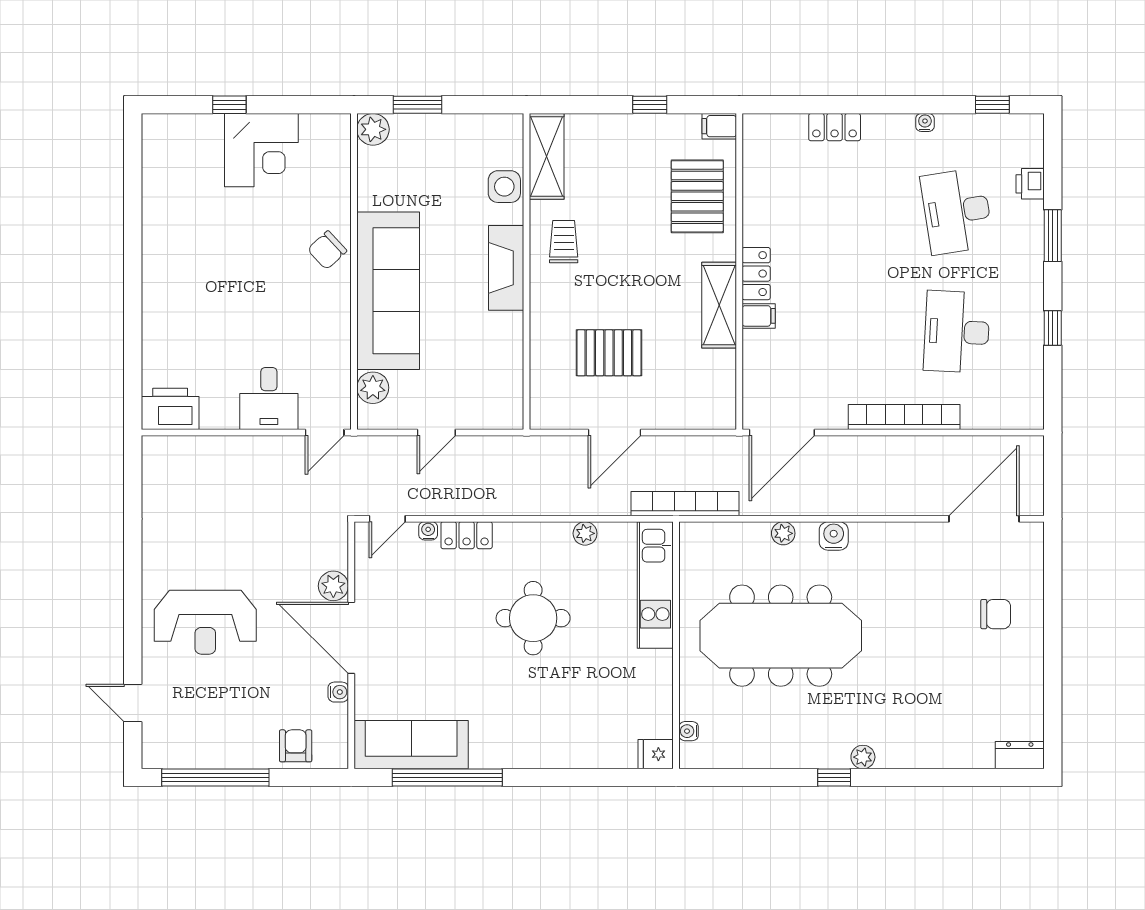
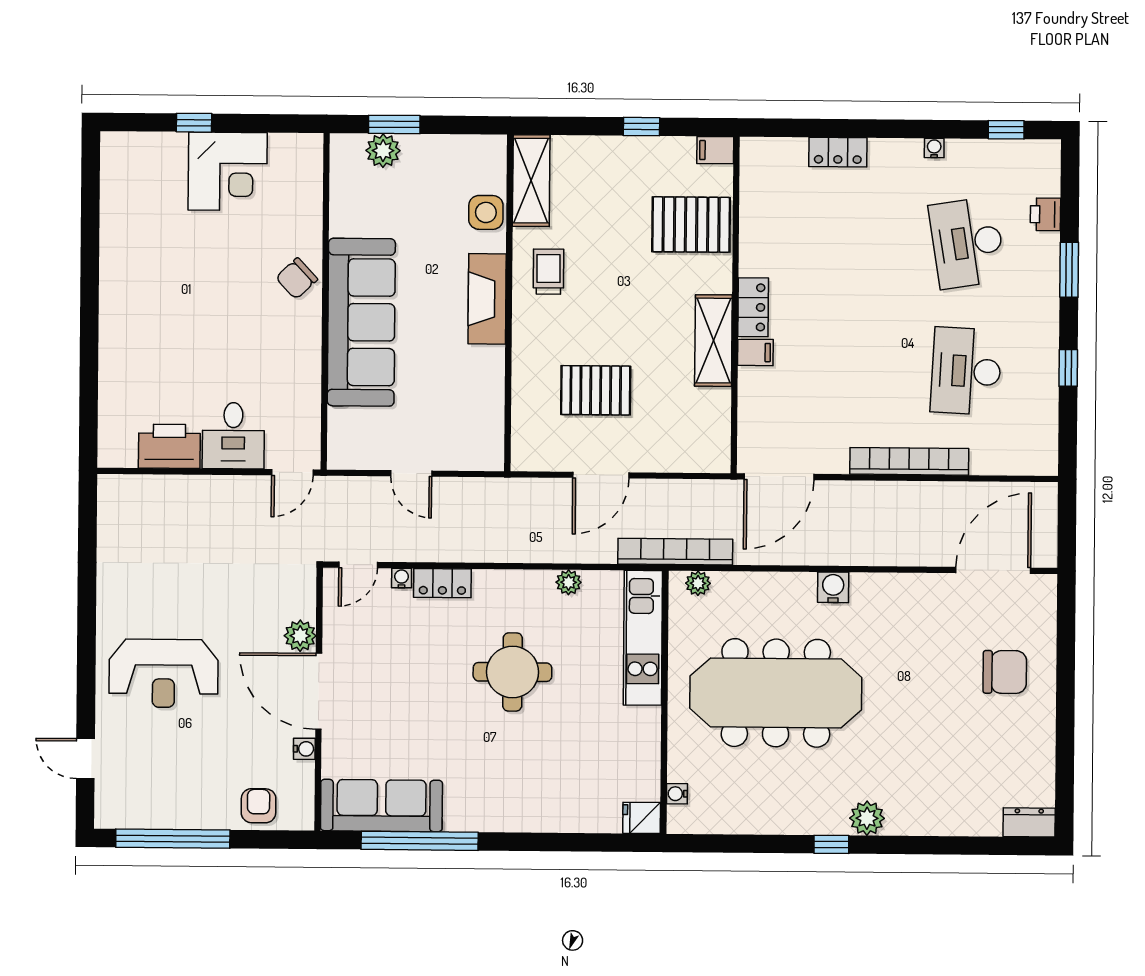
plant: (373, 129) -> (383, 151), moved
pallet: (697, 196) -> (691, 225), turned 90
plant: (373, 388) -> (344, 425), removed
printer: (170, 409) -> (169, 446), moved
door: (436, 432) -> (411, 473), hinge flipped
plant: (783, 533) -> (698, 583), moved
chair: (996, 614) -> (1005, 672), width x1.37, depth x1.37
plant: (863, 757) -> (867, 818), width x1.38, depth x1.38

